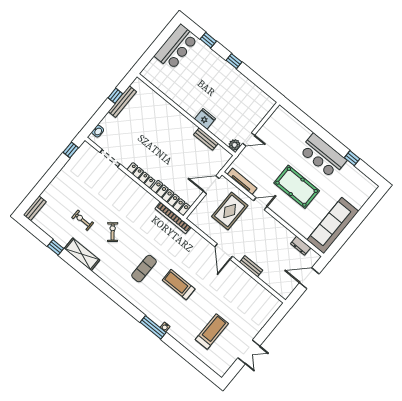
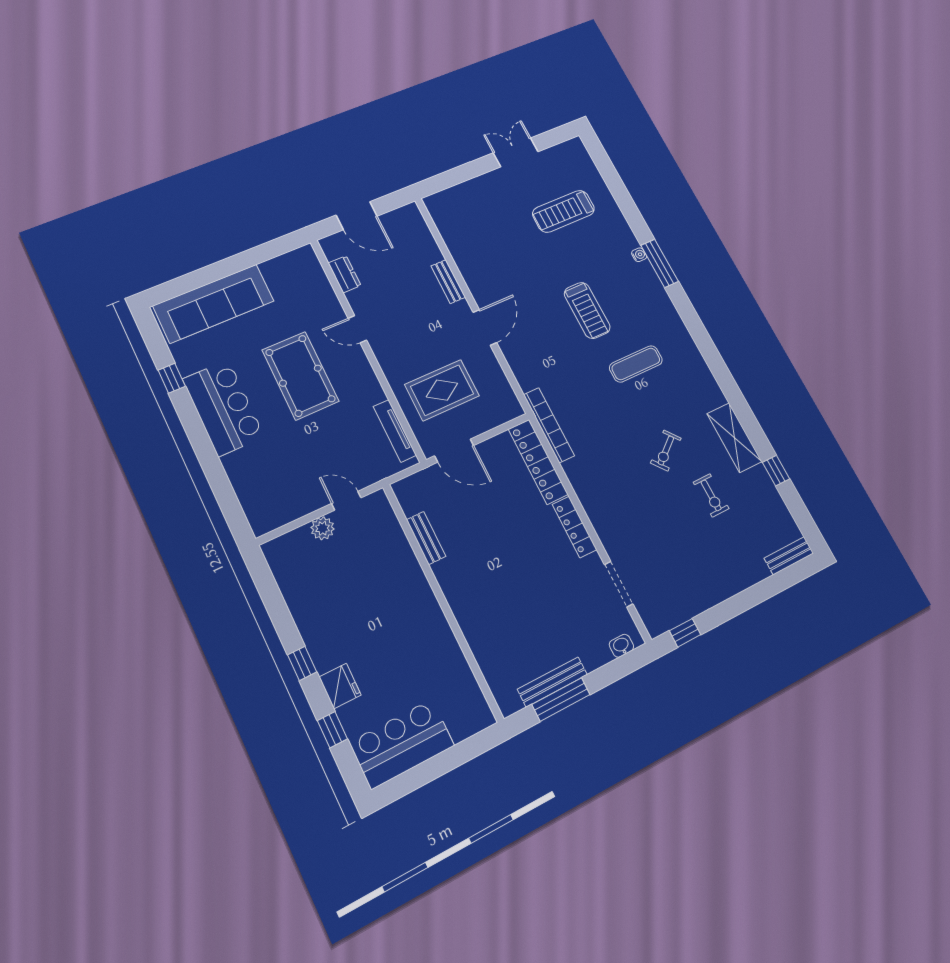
window: (115, 96) -> (561, 699), width x2.17
fridge: (205, 119) -> (340, 686), moved, turned 180
plant: (235, 145) -> (322, 528), moved
door: (260, 204) -> (357, 329), moved
sofa: (333, 225) -> (214, 303), moved

